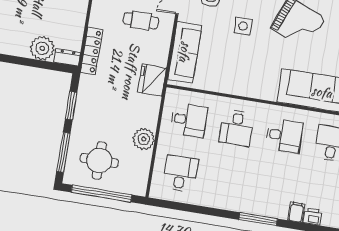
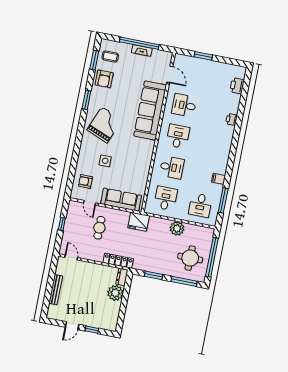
desk: (180, 173) -> (200, 205), turned -90
filing cabinet: (296, 212) -> (219, 179), moved
window: (258, 219) -> (223, 200), moved

